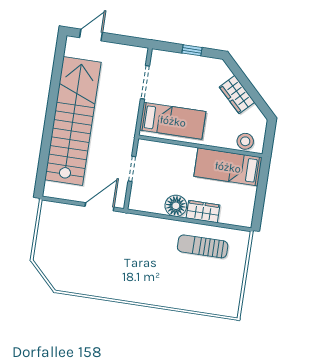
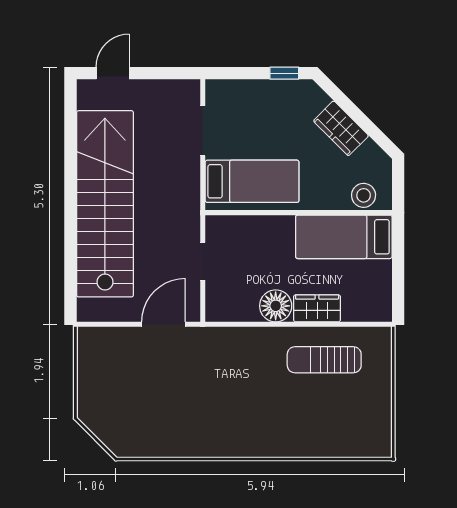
window: (192, 50) -> (284, 73), moved

